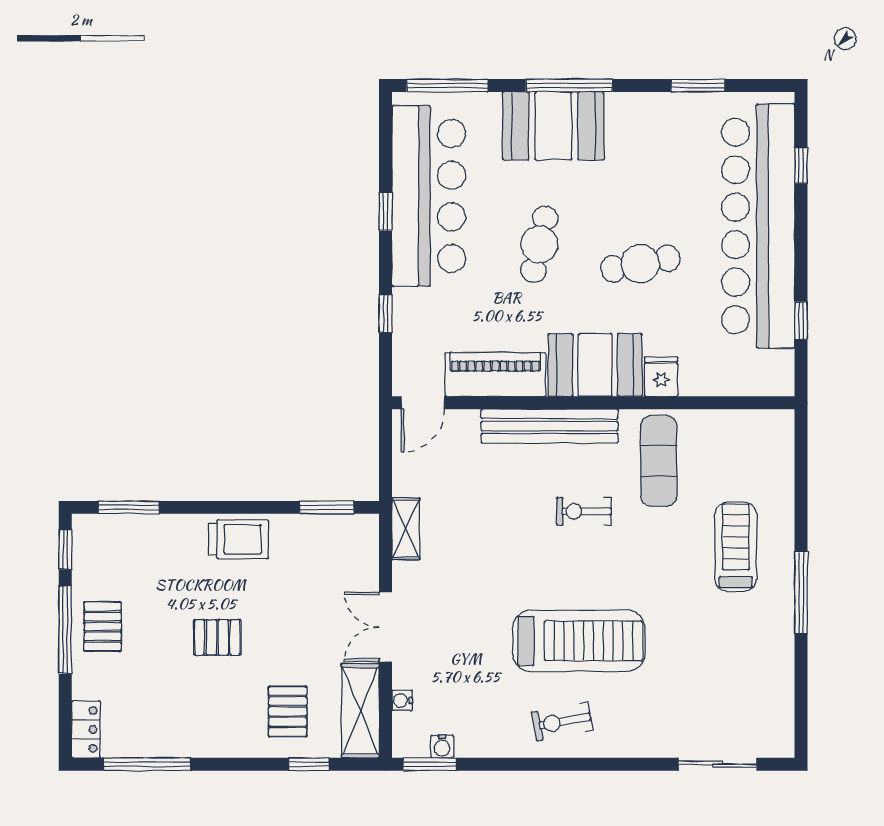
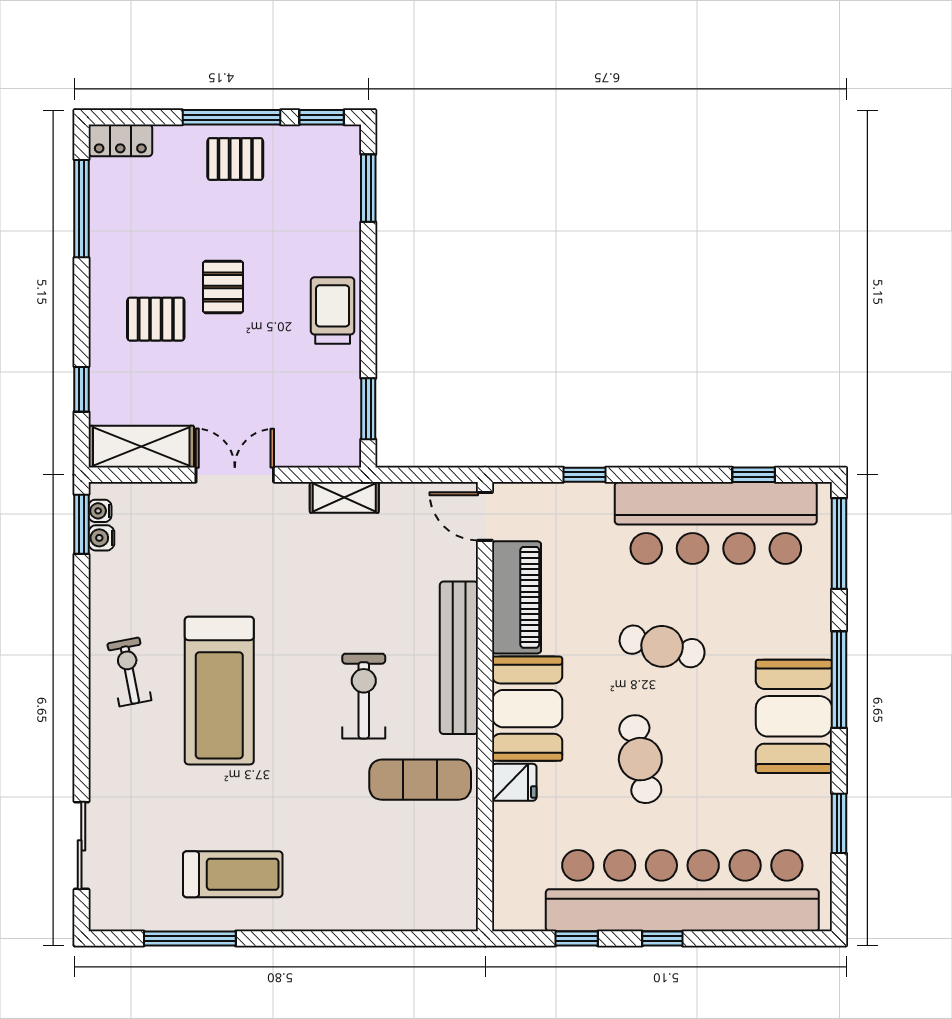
booth: (553, 126) -> (794, 716), moved
window: (801, 165) -> (662, 939), moved
window: (386, 212) -> (754, 475), moved
exercise bike: (584, 511) -> (364, 696), width x1.38, depth x1.39
trolley: (238, 539) -> (333, 311), turned 180
treadmill: (736, 547) -> (233, 874), moved
window: (801, 593) -> (190, 939), moved
water cooler: (402, 700) -> (100, 511), moved, turned -90
pallet: (288, 711) -> (156, 319), moved

